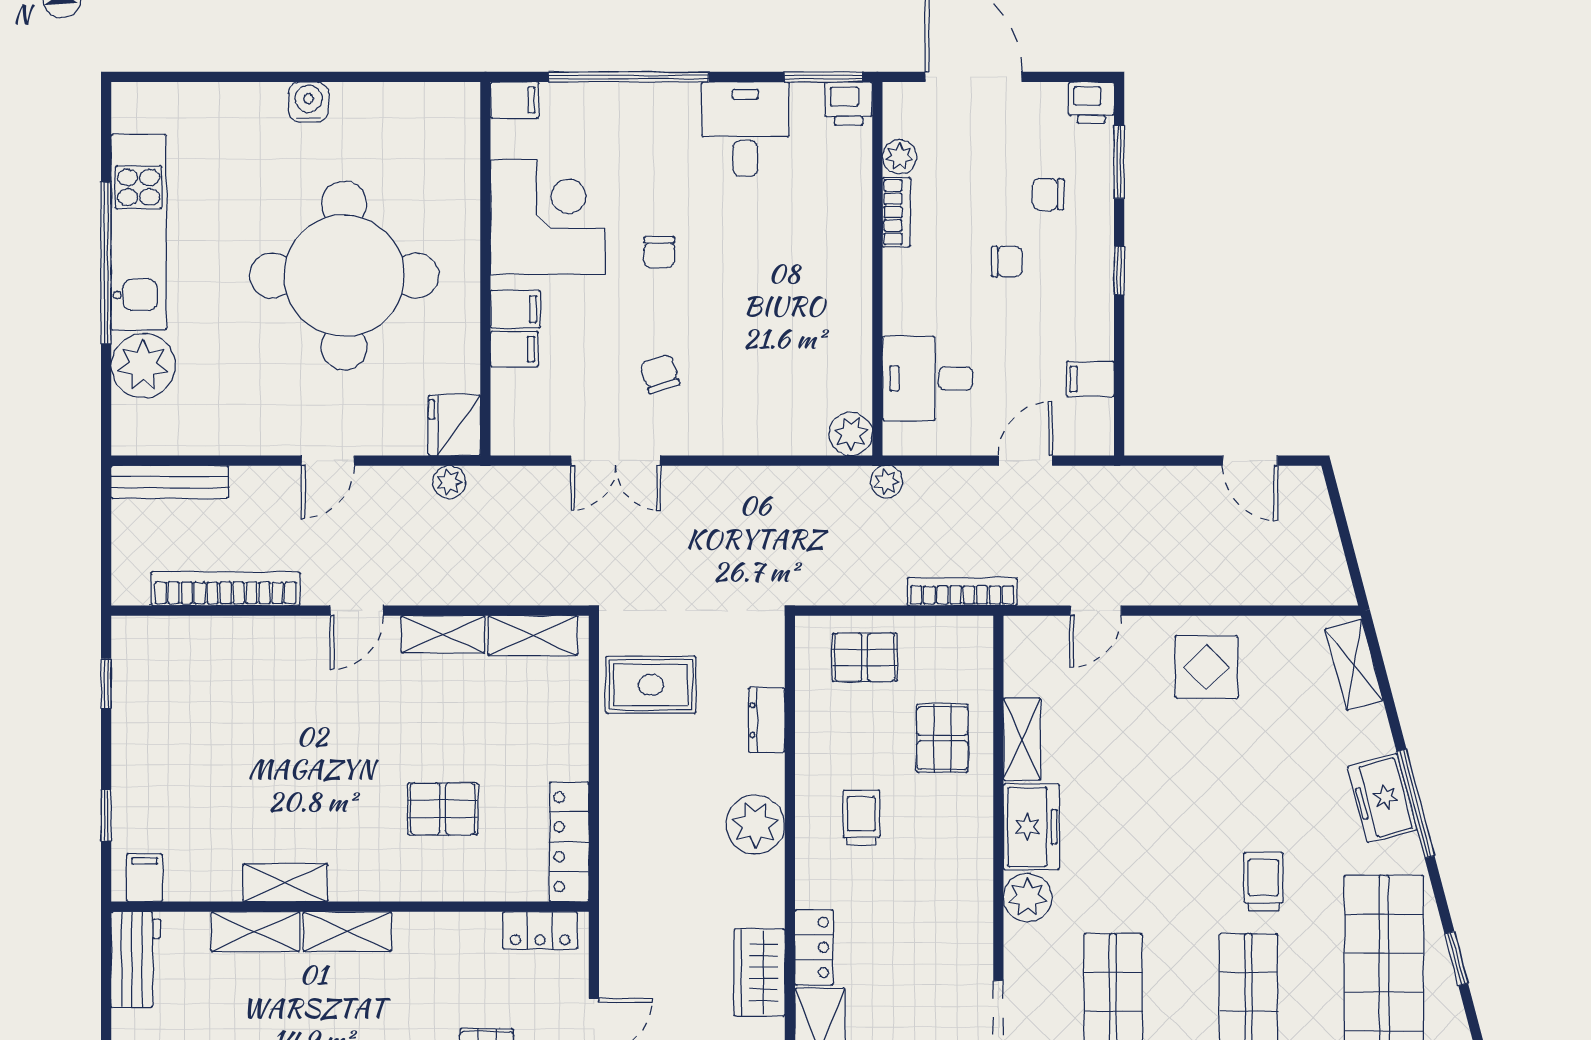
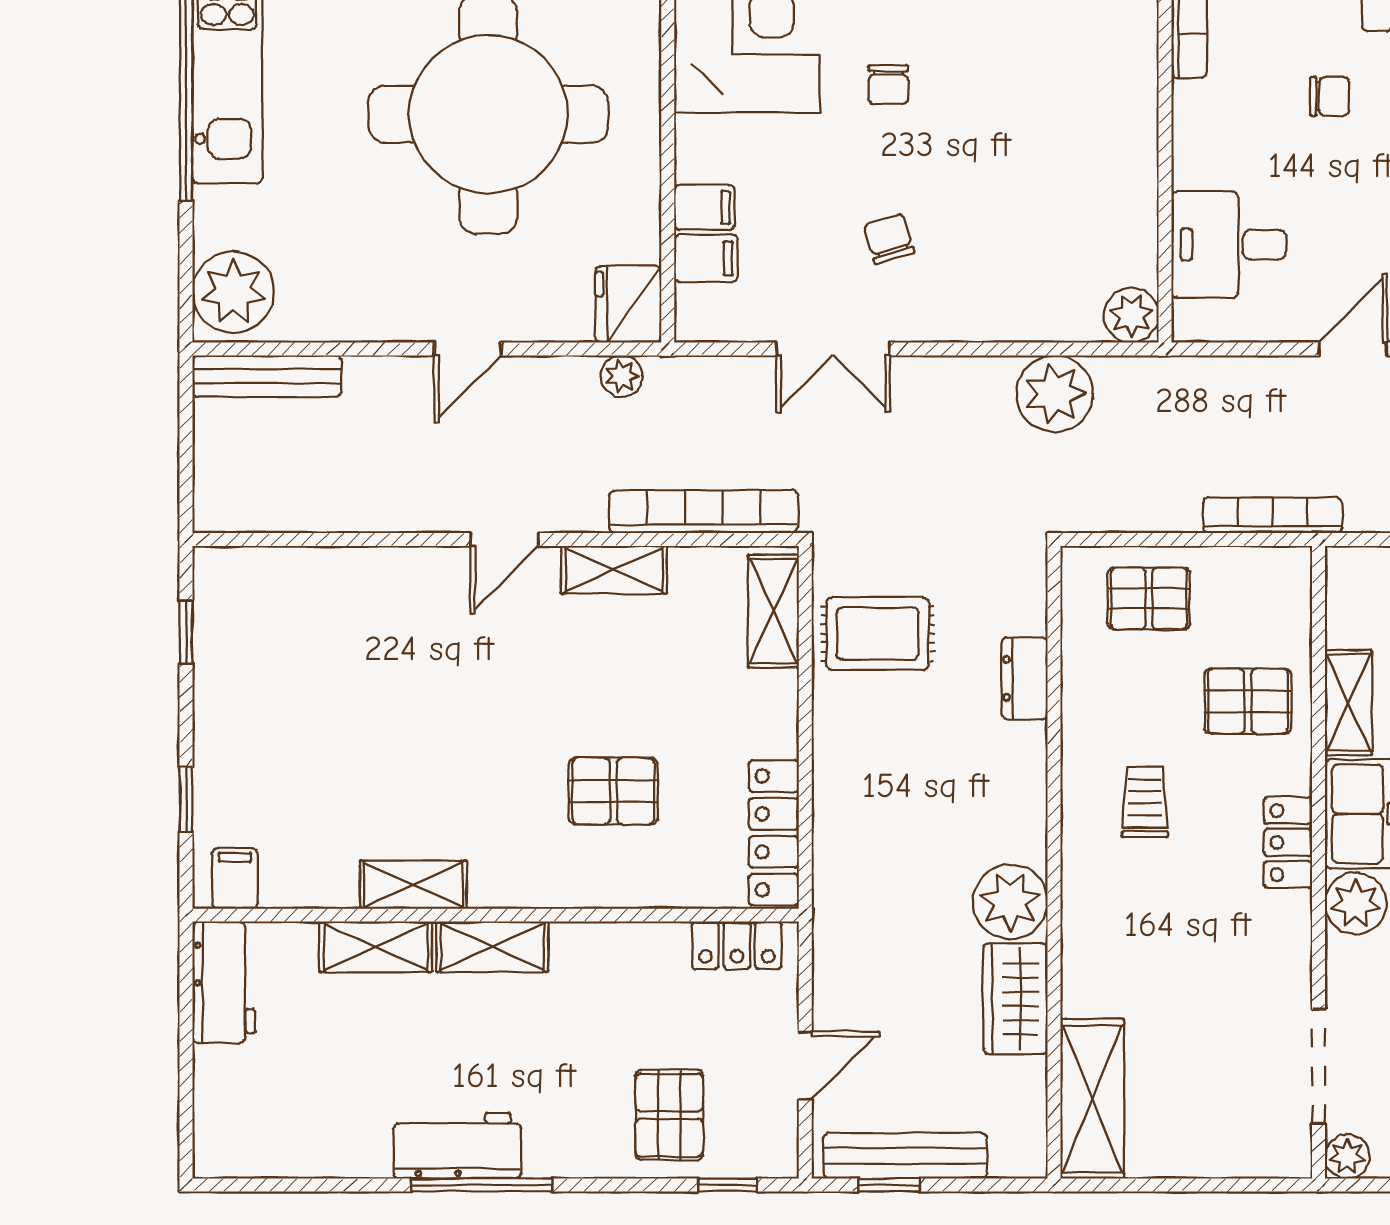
filing cabinet: (516, 309) -> (706, 258), moved
plant: (143, 366) -> (233, 292), moved
plant: (886, 482) -> (1055, 394), moved, width x1.88, depth x1.88
bookcase: (226, 589) -> (704, 512), moved
shelving: (533, 636) -> (773, 611), moved, turned 90
pallet: (942, 738) -> (1248, 701), turned 90
plant: (755, 825) -> (1010, 902), moved
locker: (814, 947) -> (1288, 842), moved, turned 180

